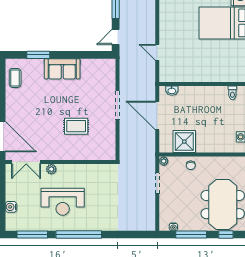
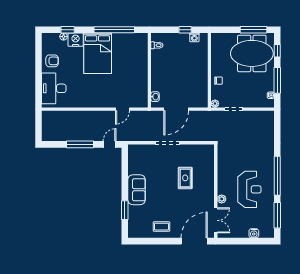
door: (116, 37) -> (110, 144), swing flipped
coffee table: (15, 78) -> (161, 227), moved
shower: (184, 142) -> (198, 86), removed

